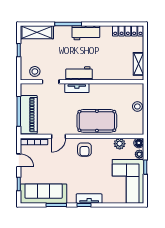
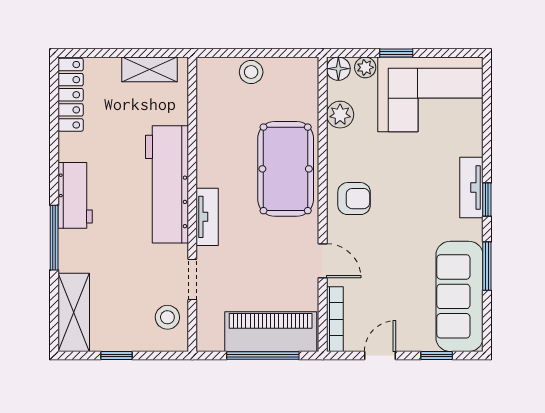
workbench: (79, 73) -> (167, 184), width x1.88, depth x1.32

